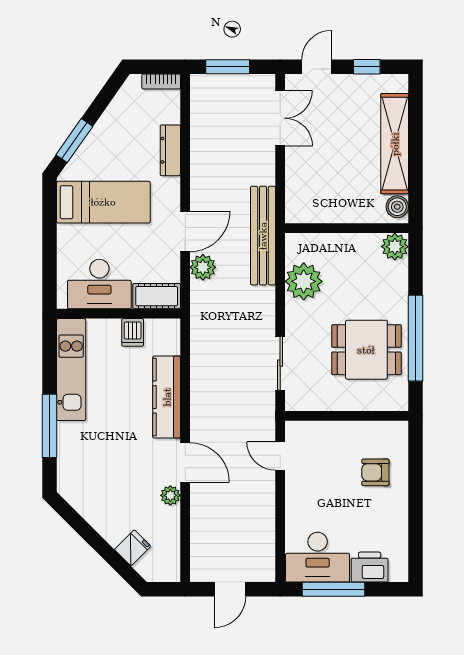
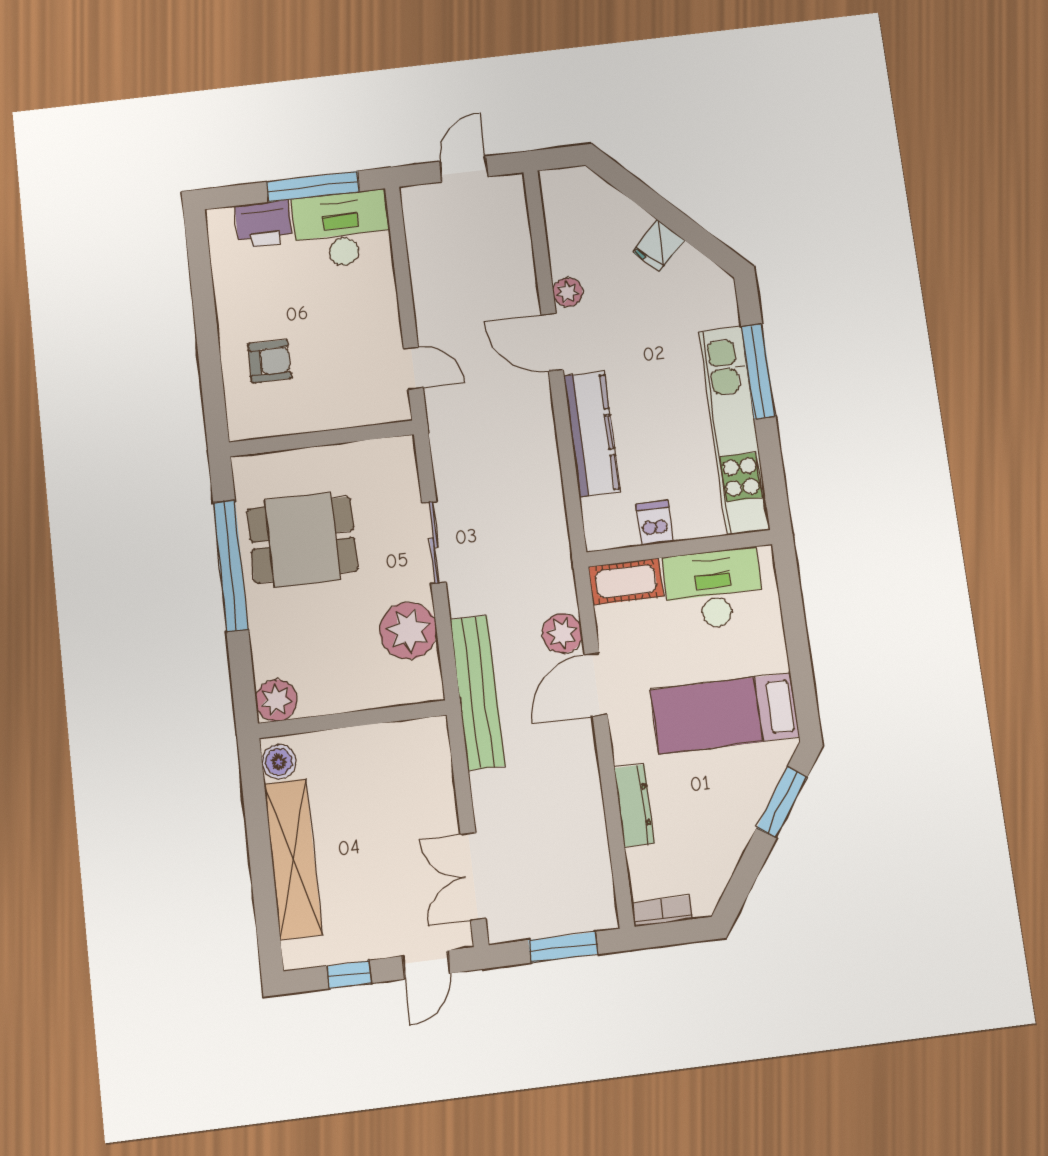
sliding door: (280, 363) -> (434, 543), moved
kitchen unit: (71, 370) -> (734, 430), width x1.36
fridge: (133, 548) -> (659, 246), moved

